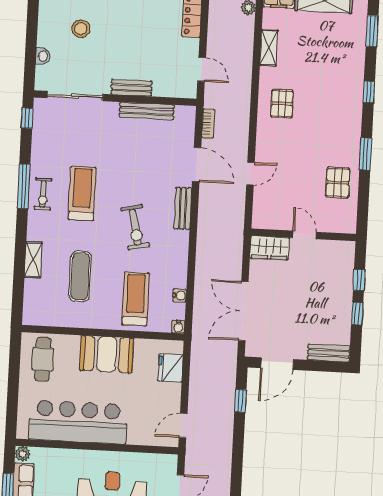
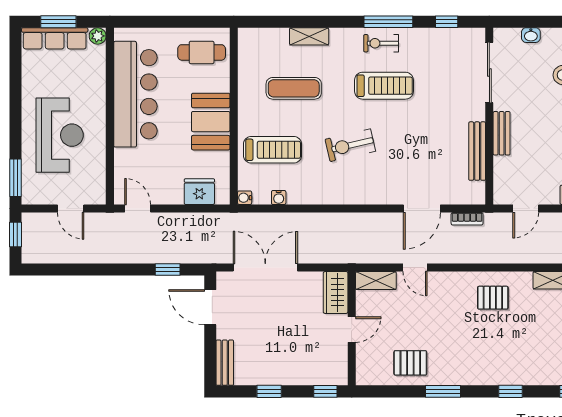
window: (27, 118) -> (447, 22), moved
bench: (183, 208) -> (373, 196), removed
shelving: (261, 210) -> (376, 281), added
window: (359, 280) -> (325, 391), moved

